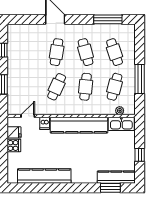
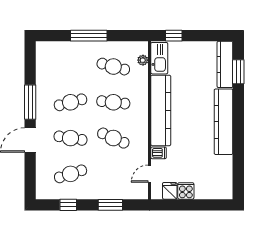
window: (108, 19) -> (30, 102), moved
cafe table: (115, 52) -> (71, 174), moved
window: (140, 79) -> (89, 36), moved
door: (28, 116) -> (149, 174), hinge flipped
window: (140, 155) -> (174, 36), moved
kitchen counter: (44, 176) -> (223, 122), moved

